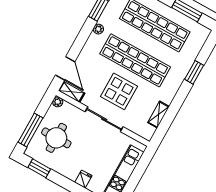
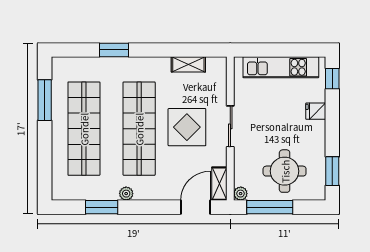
sliding door: (104, 119) -> (230, 126), width x0.73
window: (31, 130) -> (270, 207), moved

